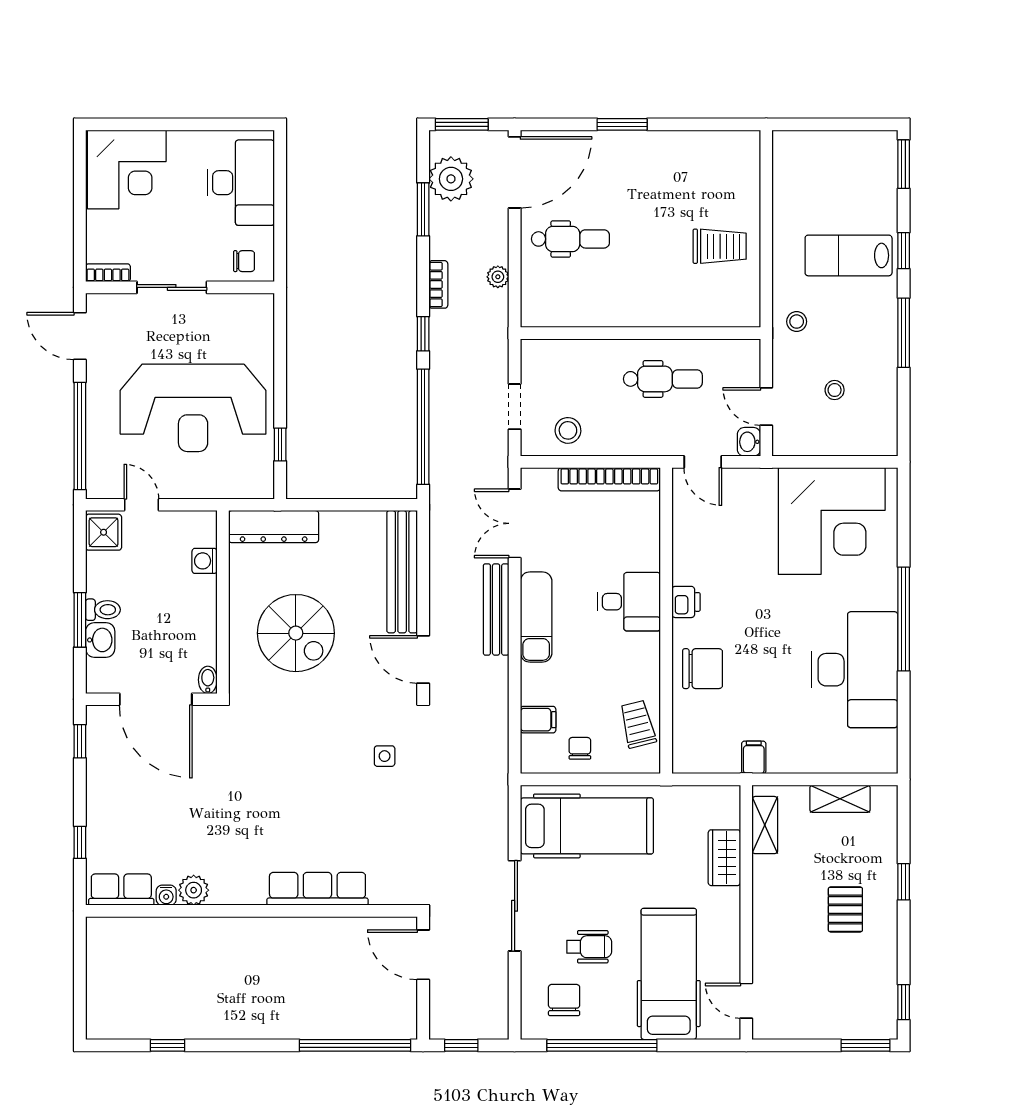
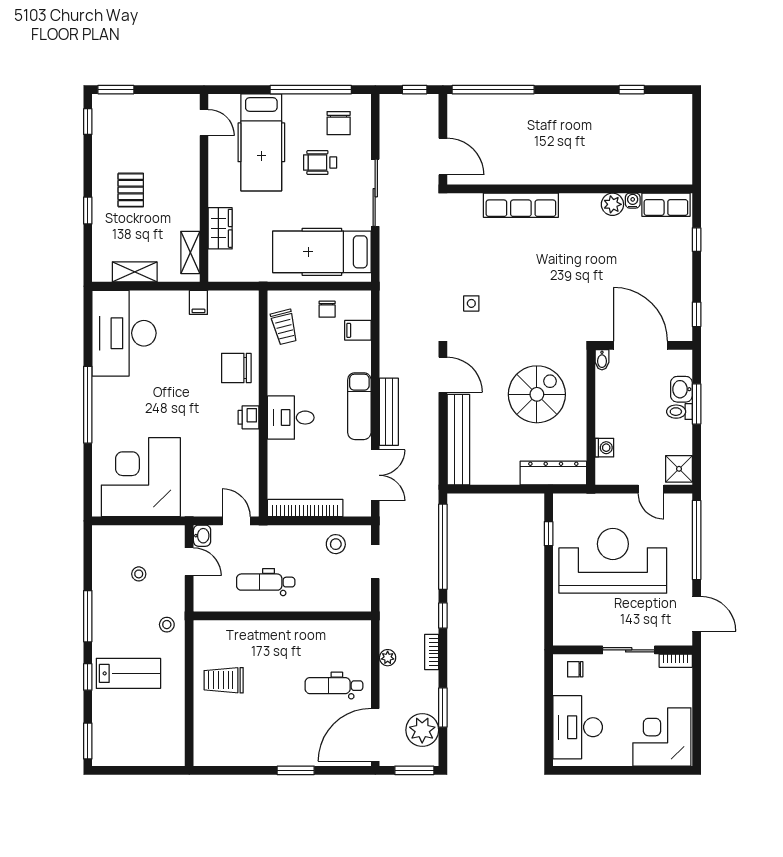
spiral stairs: (296, 633) -> (537, 394), turned 90
desk: (854, 670) -> (124, 333), moved

